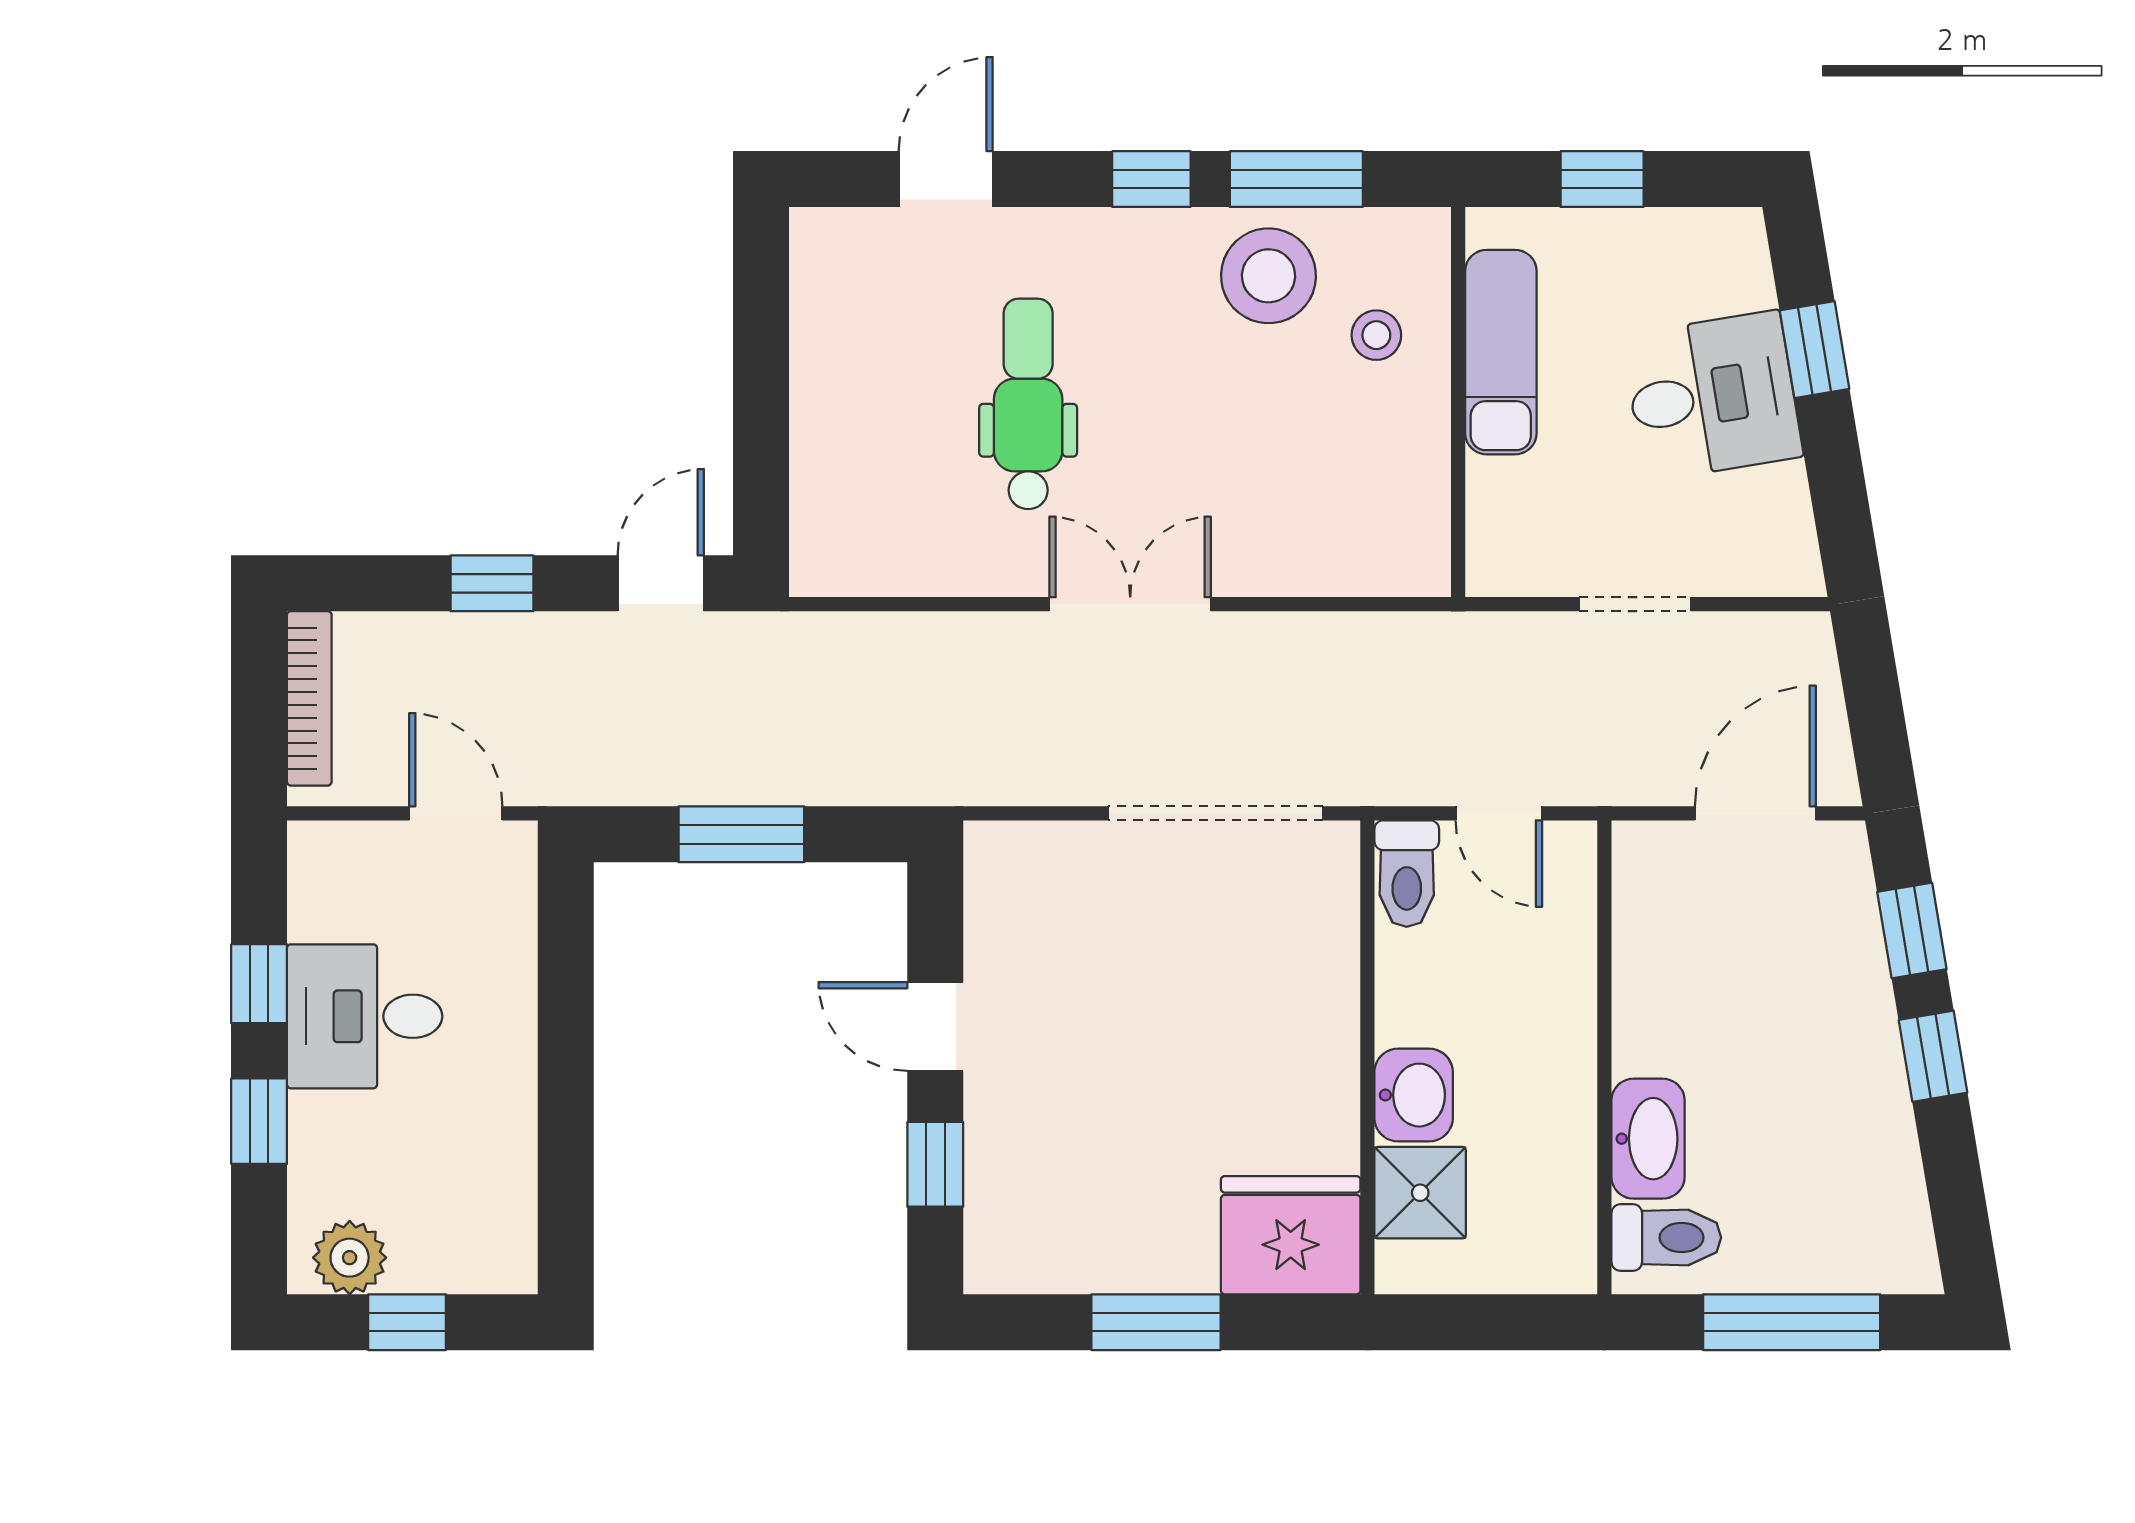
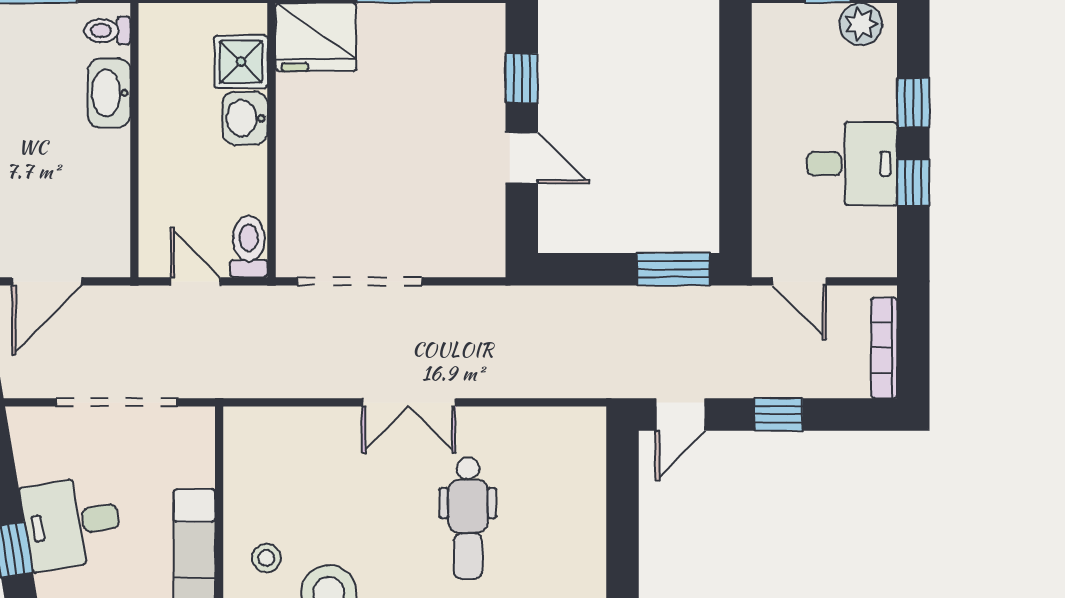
doorway: (1635, 604) -> (117, 402), width x1.87
window: (741, 834) -> (673, 269), moved
toilet: (1666, 1238) -> (107, 31), width x0.73, depth x0.72

